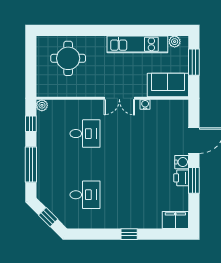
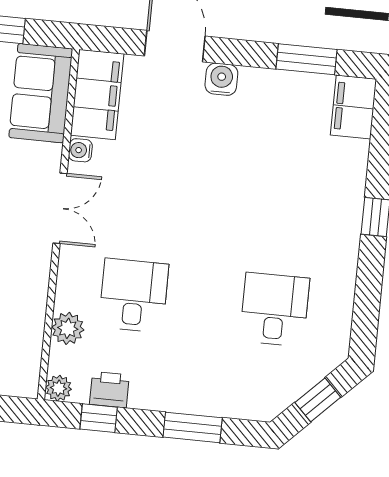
plant: (68, 107) -> (68, 328), added
filing cabinet: (170, 109) -> (97, 95), added
window: (31, 165) -> (193, 427), width x0.69
printer: (181, 178) -> (109, 390), moved, turned 180
window: (194, 180) -> (307, 59), moved

